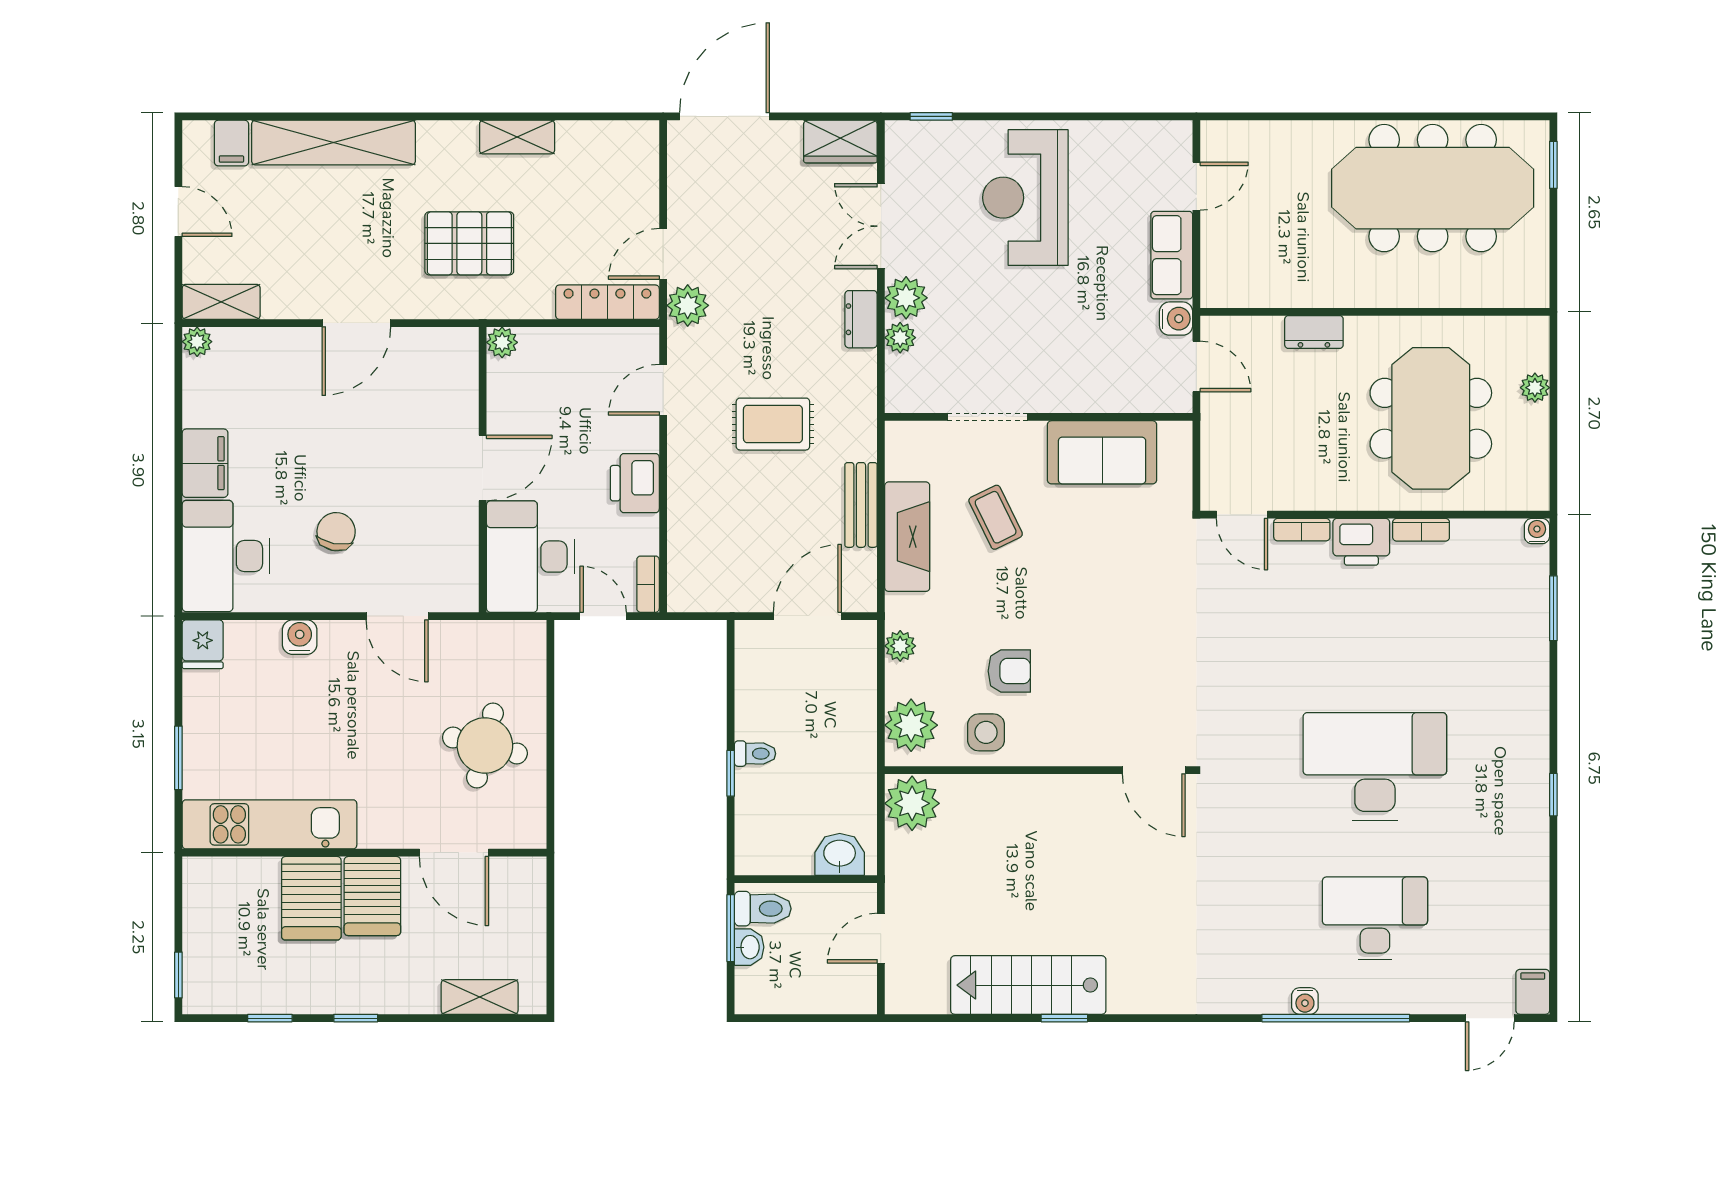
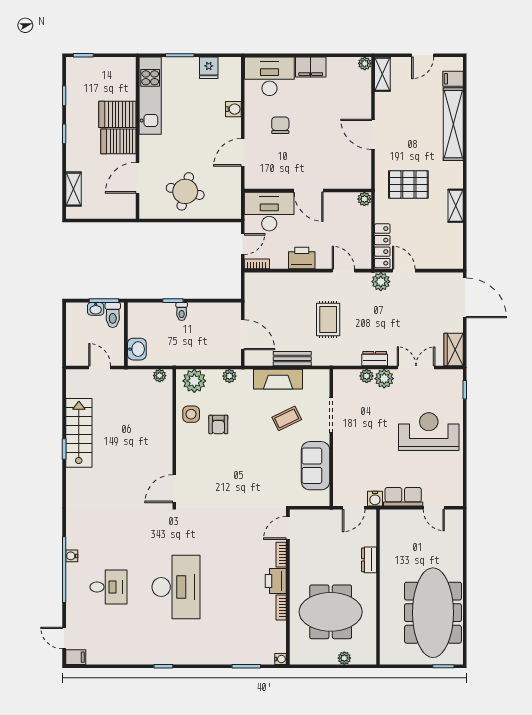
pallet: (469, 243) -> (408, 184), turned 90
chair: (336, 532) -> (280, 125), turned -101
fridge: (203, 644) -> (209, 68), moved, turned -90
plant: (912, 803) -> (160, 376), width x0.53, depth x0.53
desk: (1375, 918) -> (108, 587), width x0.73

